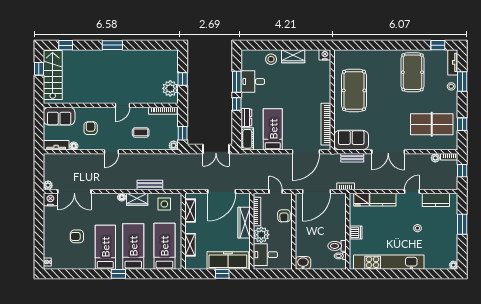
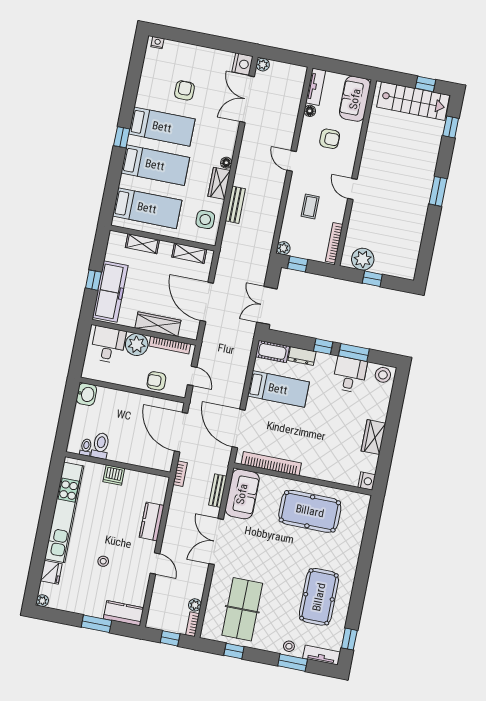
stool: (271, 59) -> (383, 375), moved
pool table: (412, 72) -> (319, 597), turned 90
door: (276, 192) -> (192, 376), hinge flipped
fridge: (362, 200) -> (51, 572), moved, turned 180
kitchen counter: (436, 200) -> (124, 613), moved, turned 90

